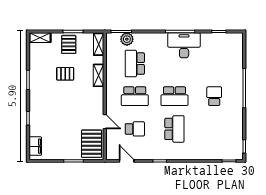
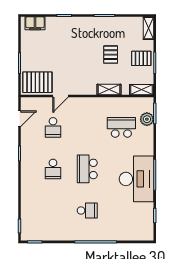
desk: (184, 45) -> (136, 179), width x1.36, depth x1.30
school desk: (135, 96) -> (87, 127), removed
school desk: (174, 129) -> (53, 169), width x0.54

